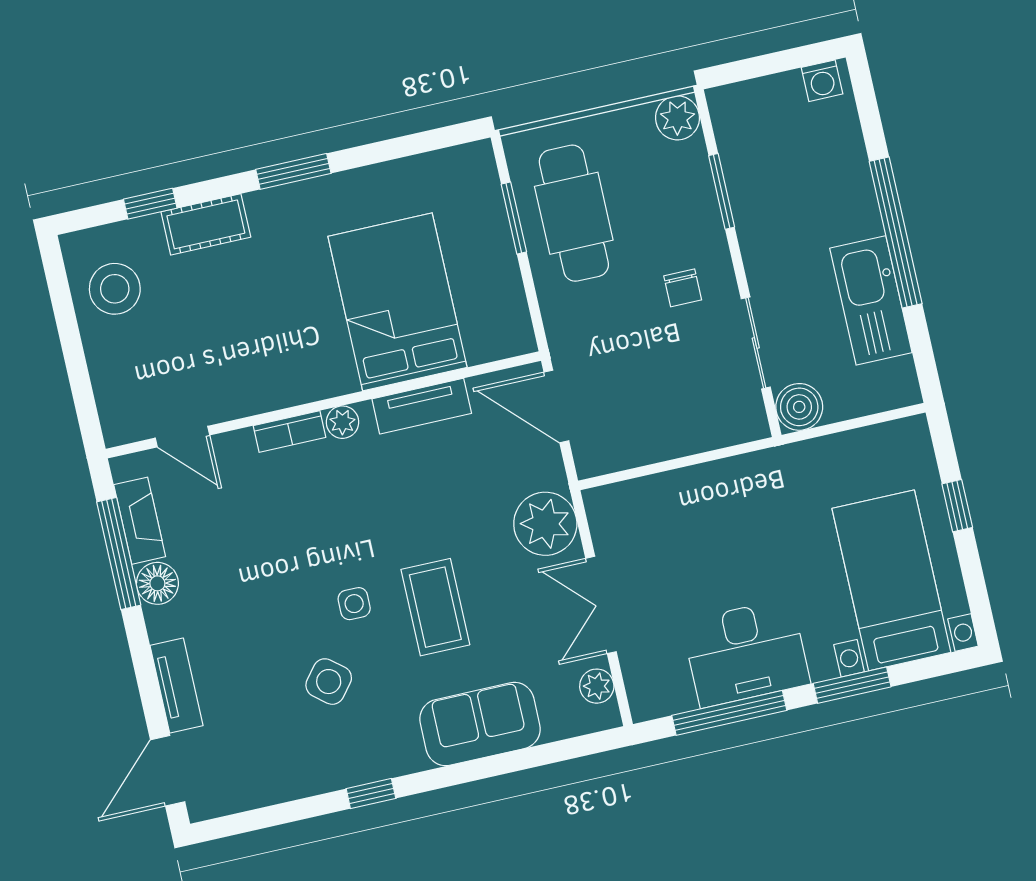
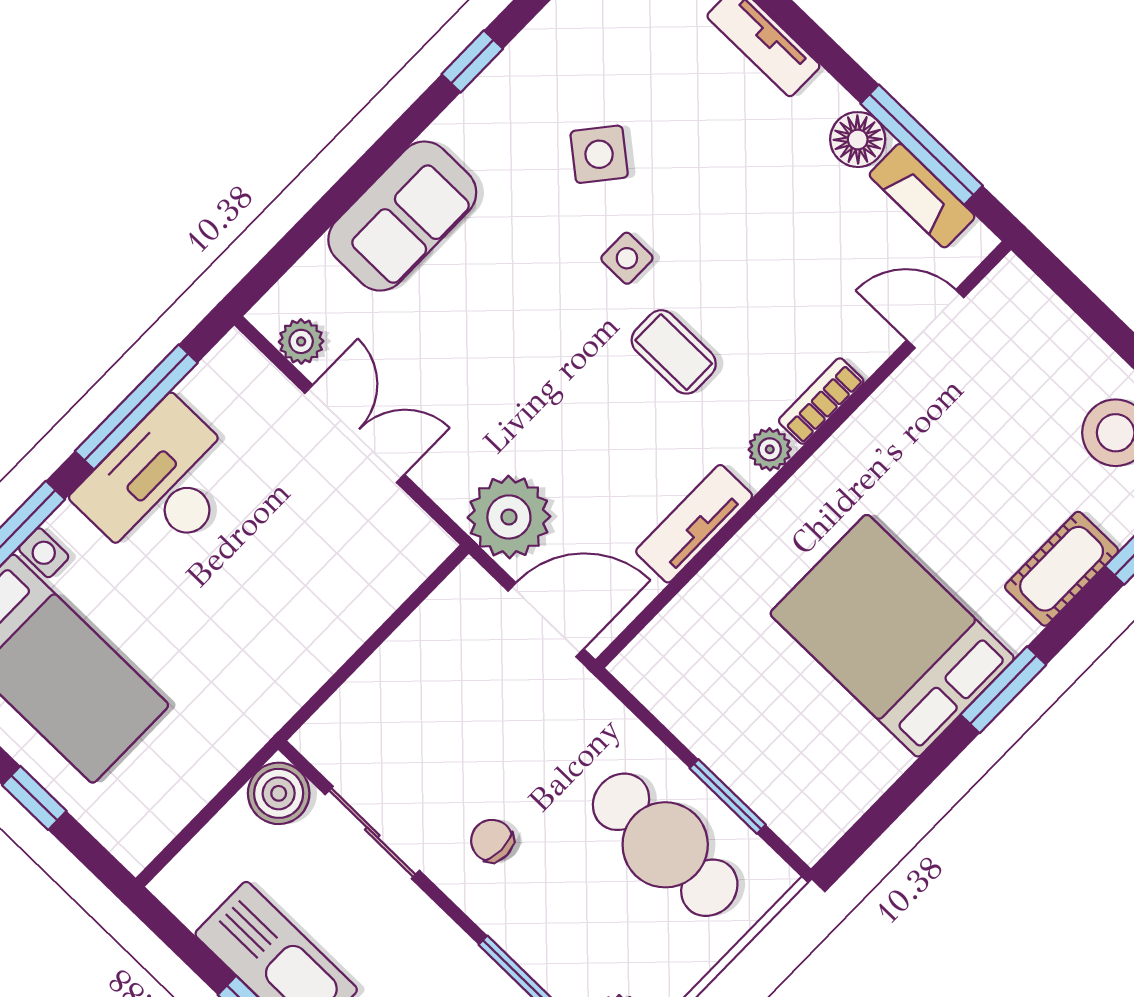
bed: (397, 302) -> (892, 636), moved, turned 180
plant: (545, 524) -> (509, 517), moved
coffee table: (435, 607) -> (674, 352), moved, width x0.73, depth x0.77

